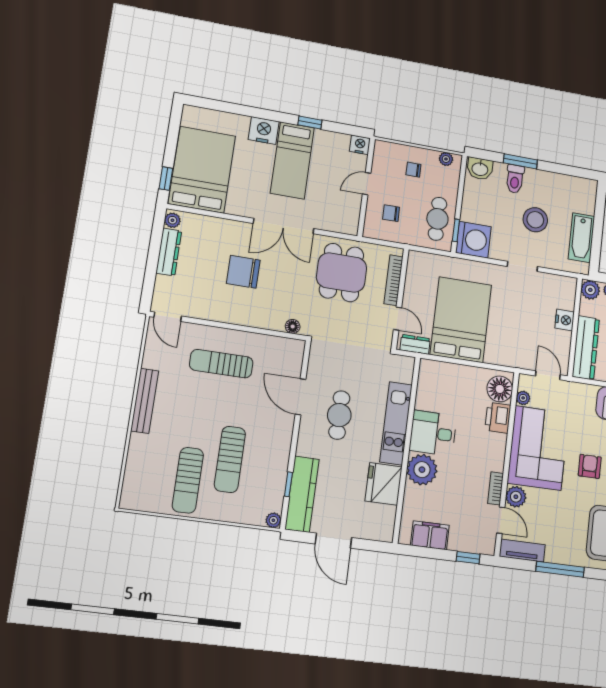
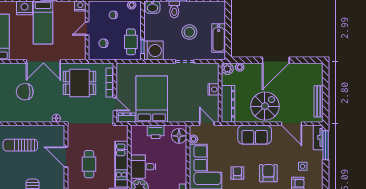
dining table: (342, 273) -> (80, 83), turned 90
printer: (498, 418) -> (156, 132), moved, turned -90

